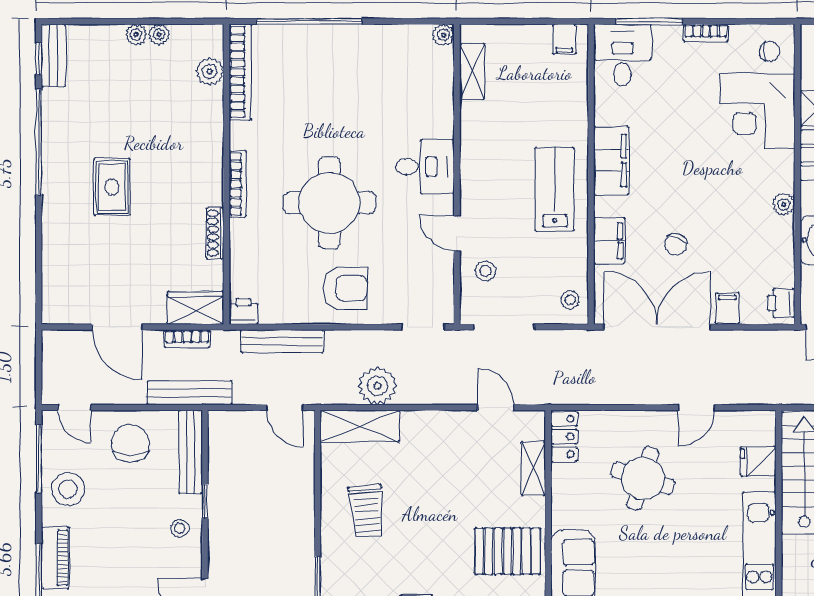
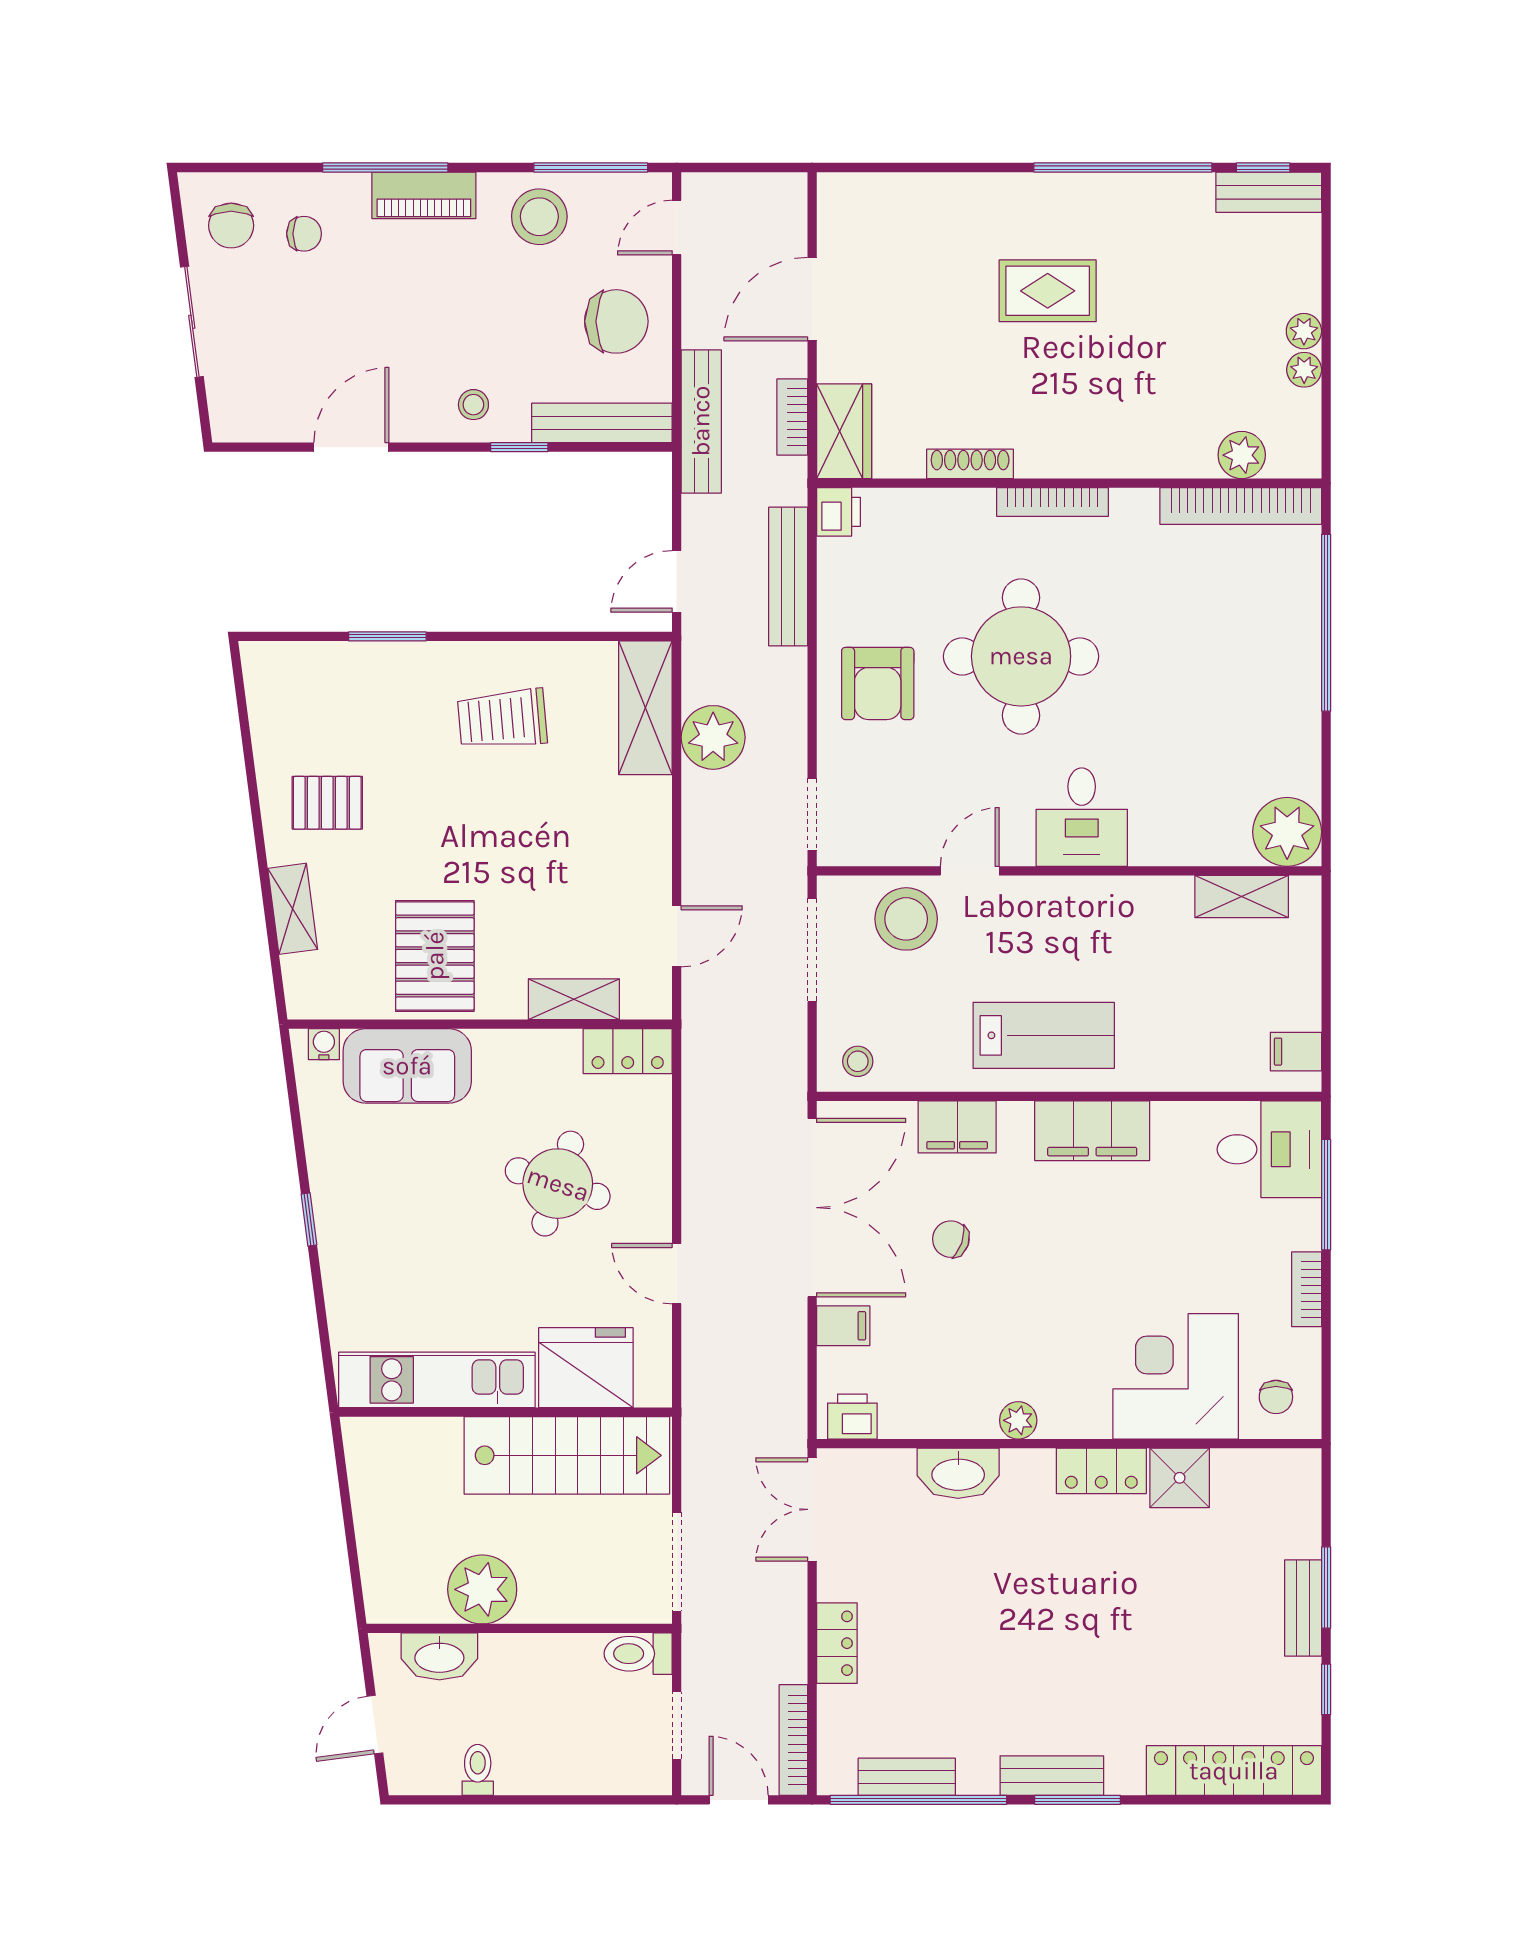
plant: (443, 35) -> (1287, 832), width x1.88, depth x1.88
stool: (485, 271) -> (906, 919), width x1.89, depth x1.89
fridge: (758, 461) -> (586, 1368), width x1.88, depth x1.34

